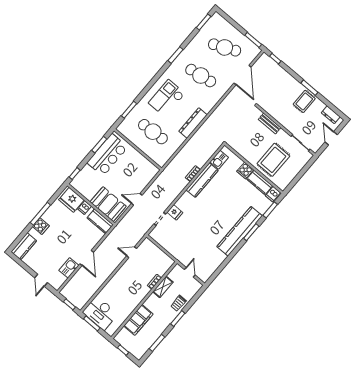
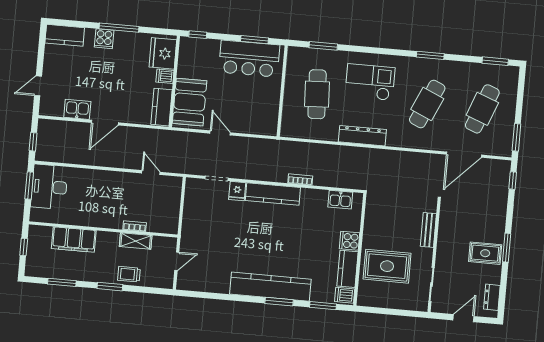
cafe table: (225, 47) -> (482, 109), turned 45
cafe table: (201, 76) -> (427, 104), turned 33
kitchen counter: (202, 180) -> (273, 194), moved

